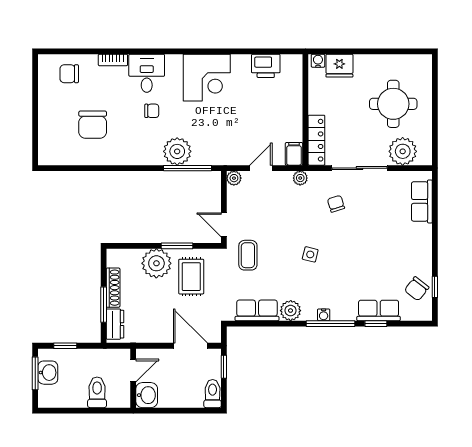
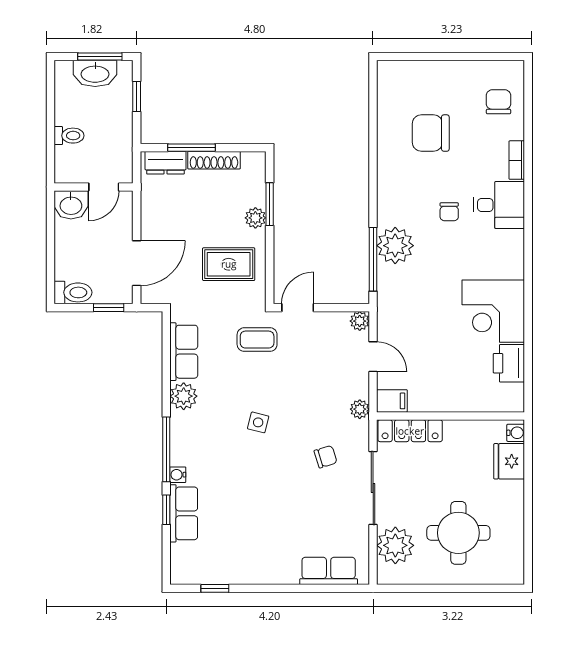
corner desk: (207, 78) -> (493, 311), moved
window: (177, 246) -> (270, 204), moved
plant: (156, 263) -> (255, 218), width x0.53, depth x0.53
chair: (417, 289) -> (212, 564), removed
water cooler: (324, 315) -> (178, 475), moved
door: (133, 371) -> (104, 187), hinge flipped
washbasin: (48, 373) -> (95, 73), width x1.38
toilet: (97, 392) -> (69, 136), width x0.73, depth x0.72

